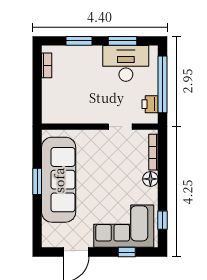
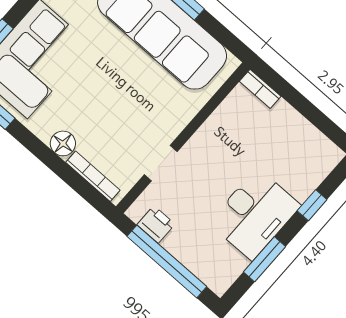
window: (79, 41) -> (312, 205), width x0.67
desk: (126, 63) -> (255, 214), moved
bookcase: (47, 65) -> (260, 89), moved

